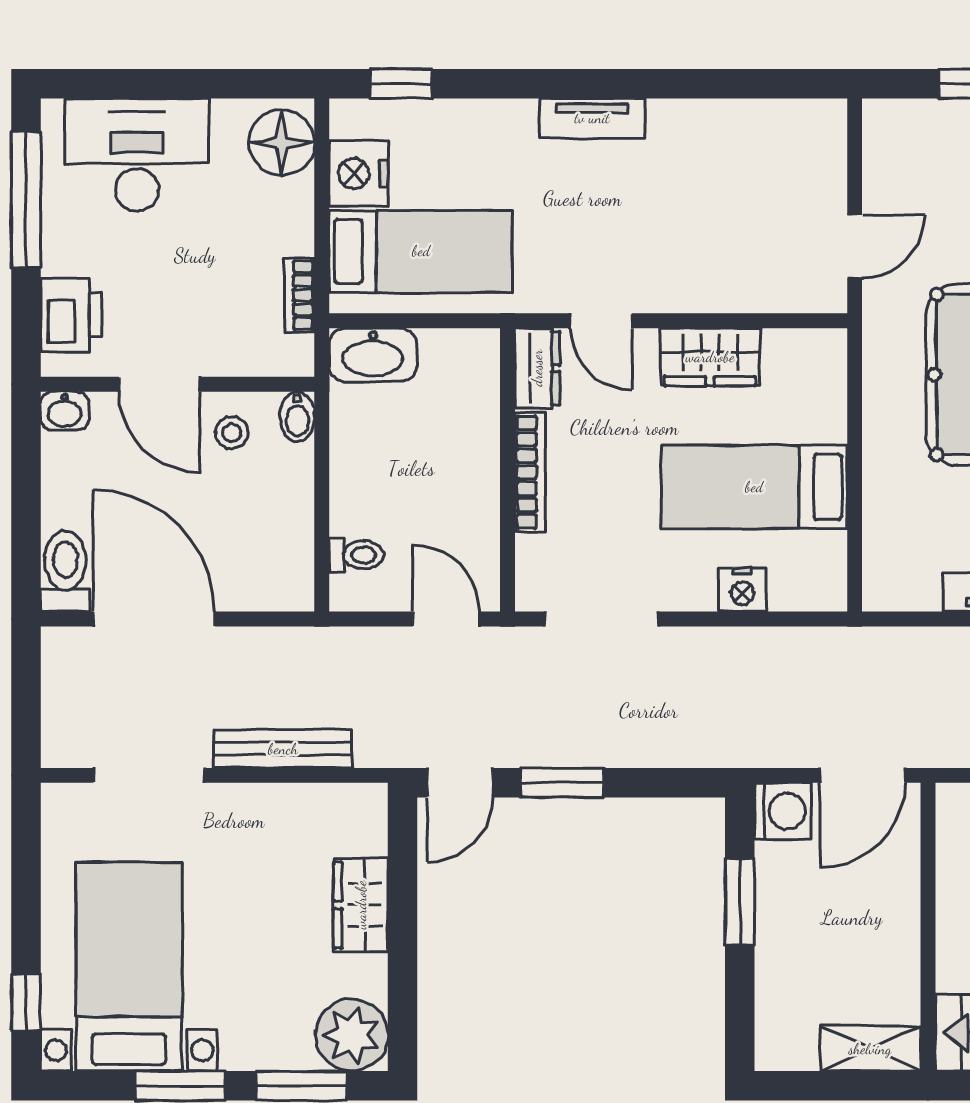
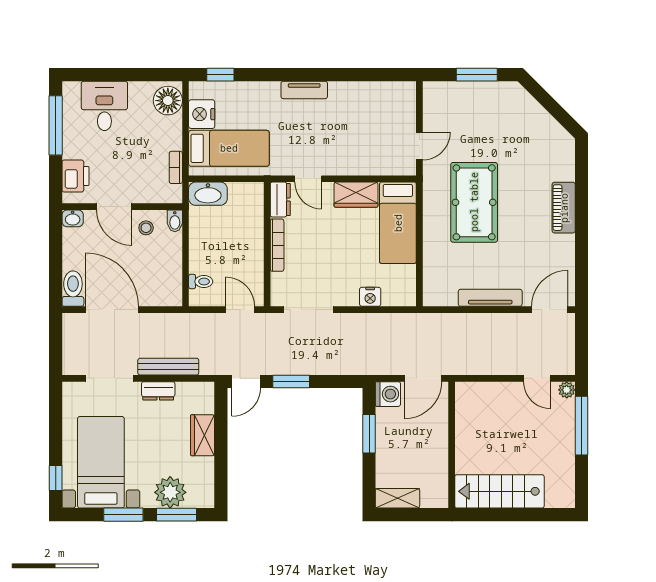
desk: (137, 155) -> (104, 106), width x0.73
bed: (754, 487) -> (398, 223), moved, turned -90
dresser: (260, 804) -> (158, 391), added
plant: (352, 1035) -> (170, 492), moved
shelving: (870, 1049) -> (397, 498), moved

